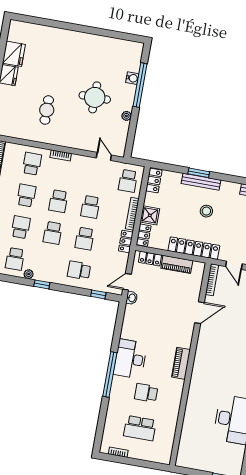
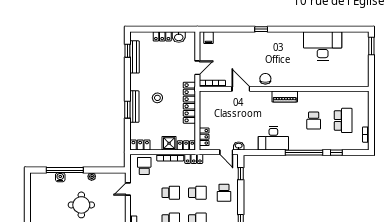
school desk: (128, 181) -> (144, 166), turned -90
piano: (177, 264) -> (205, 114), removed
chair: (206, 344) -> (265, 79), added
desk: (130, 359) -> (273, 138), moved
window: (103, 413) -> (336, 153), added

